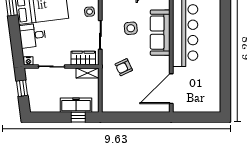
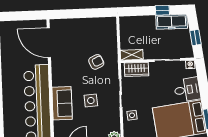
sofa: (160, 33) -> (62, 103), width x0.73
door: (171, 89) -> (49, 43), swing flipped
freezer: (76, 105) -> (172, 22), moved
window: (78, 117) -> (162, 10), moved

